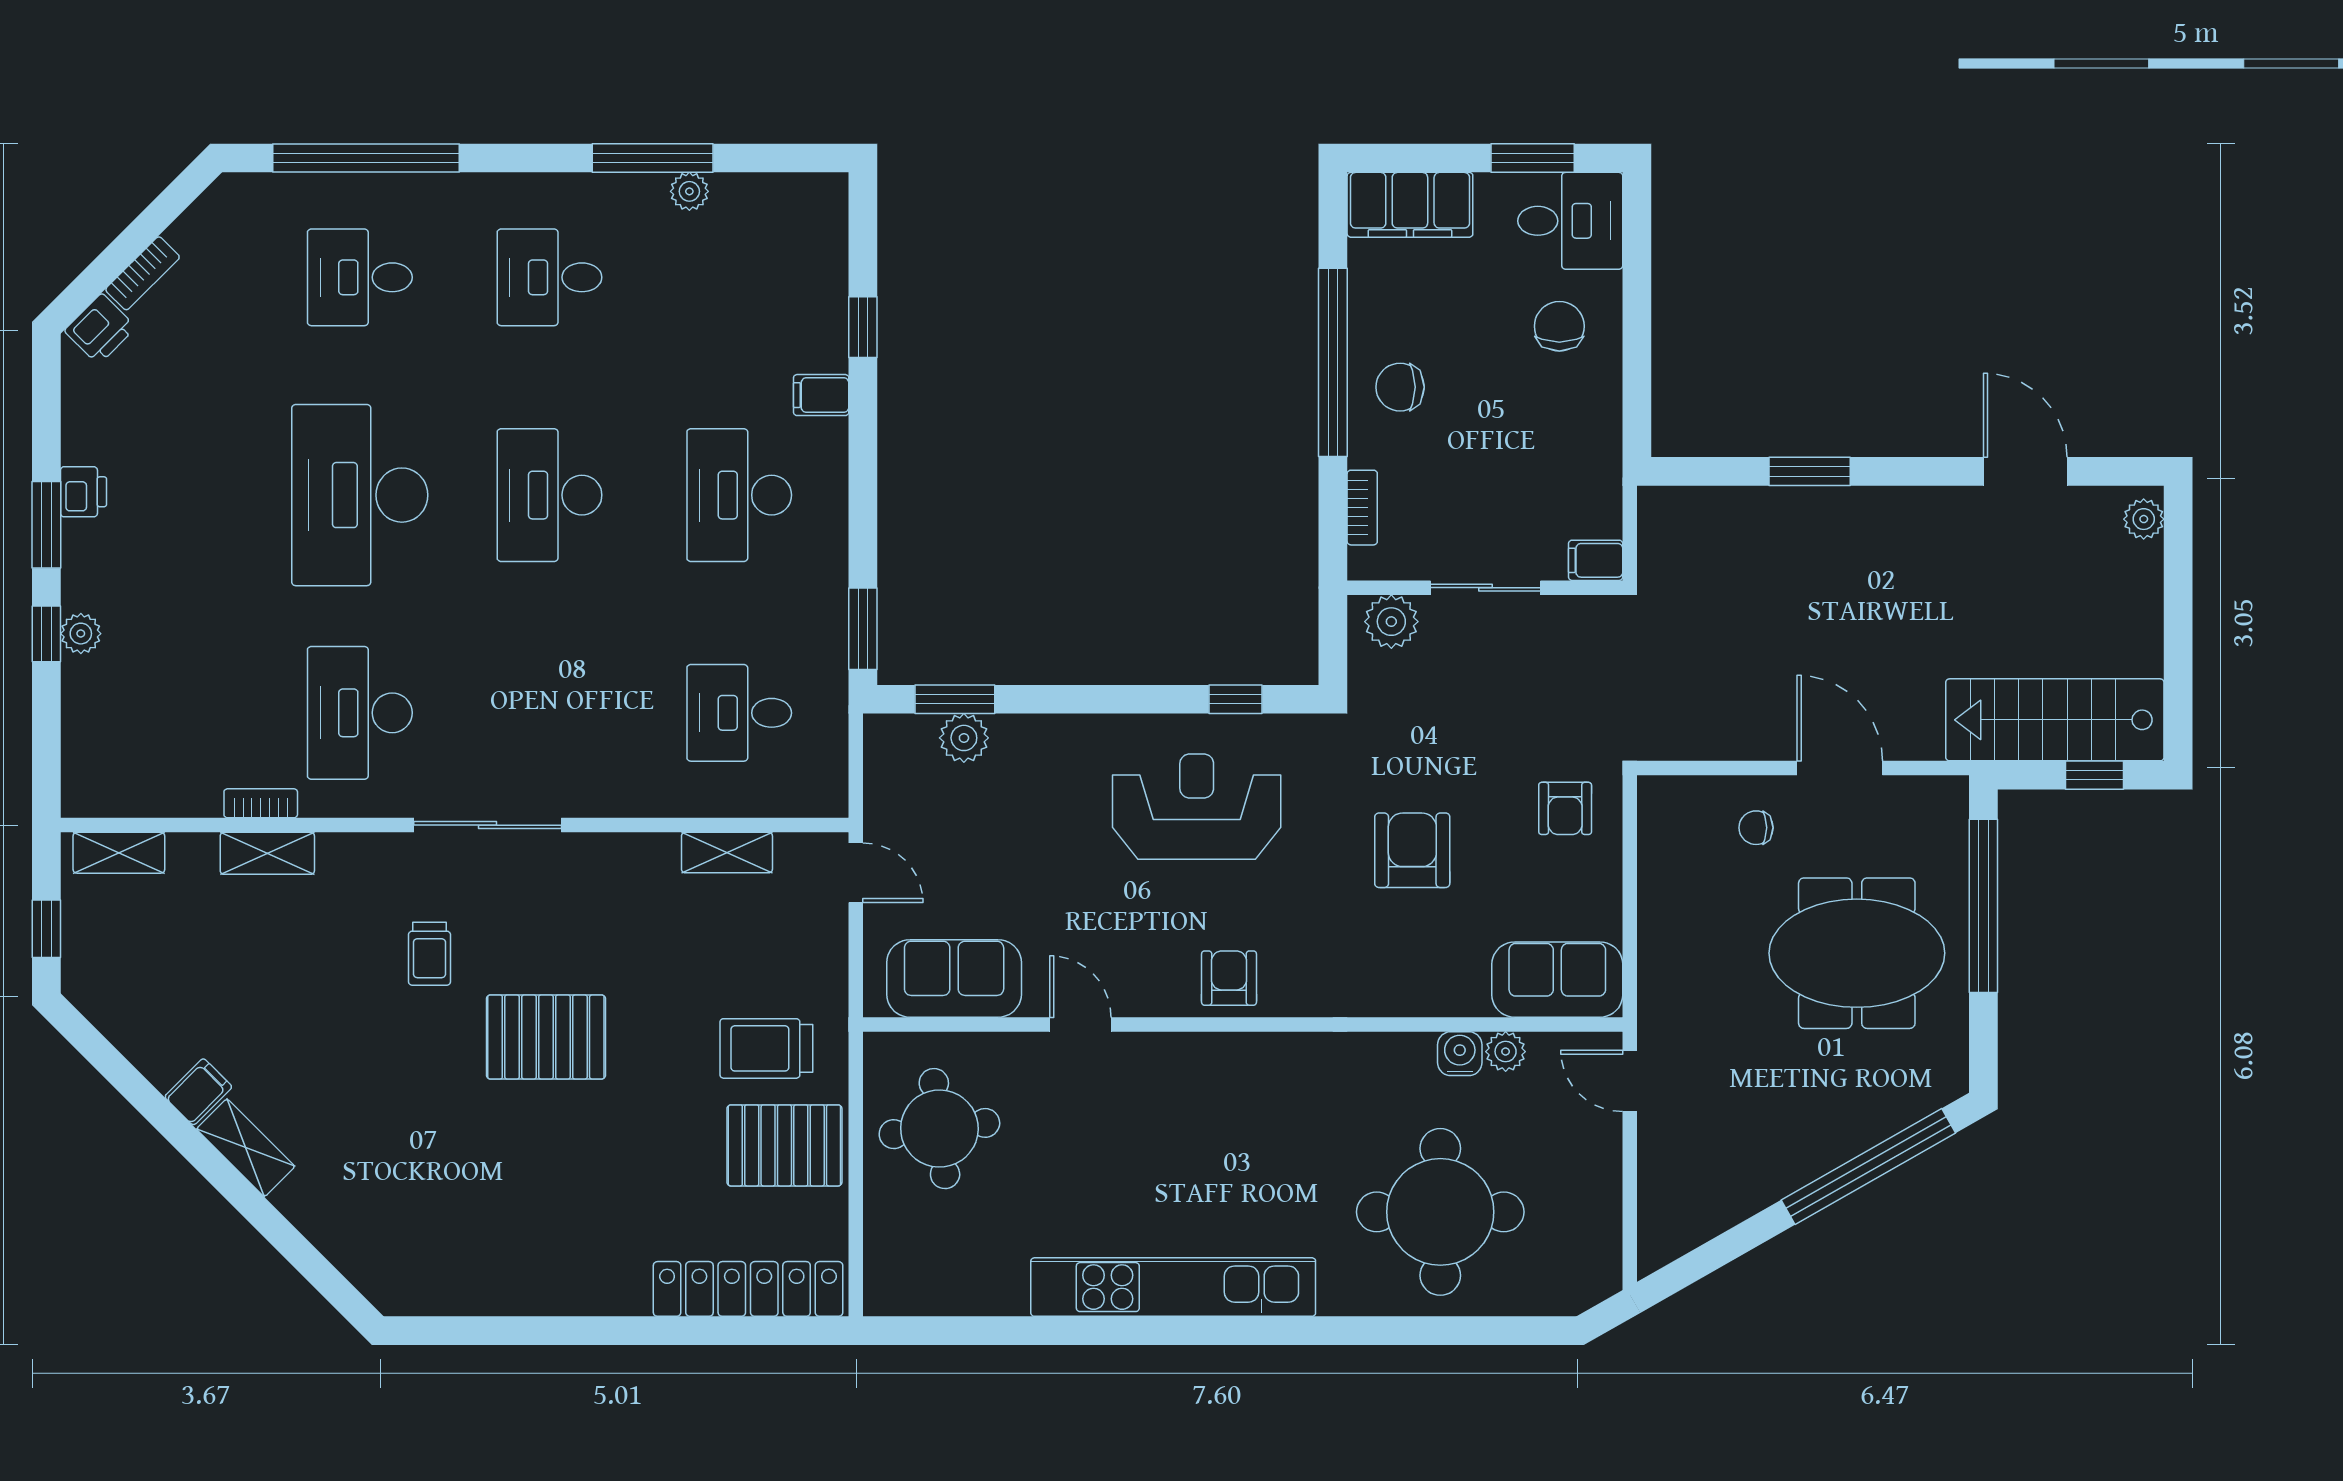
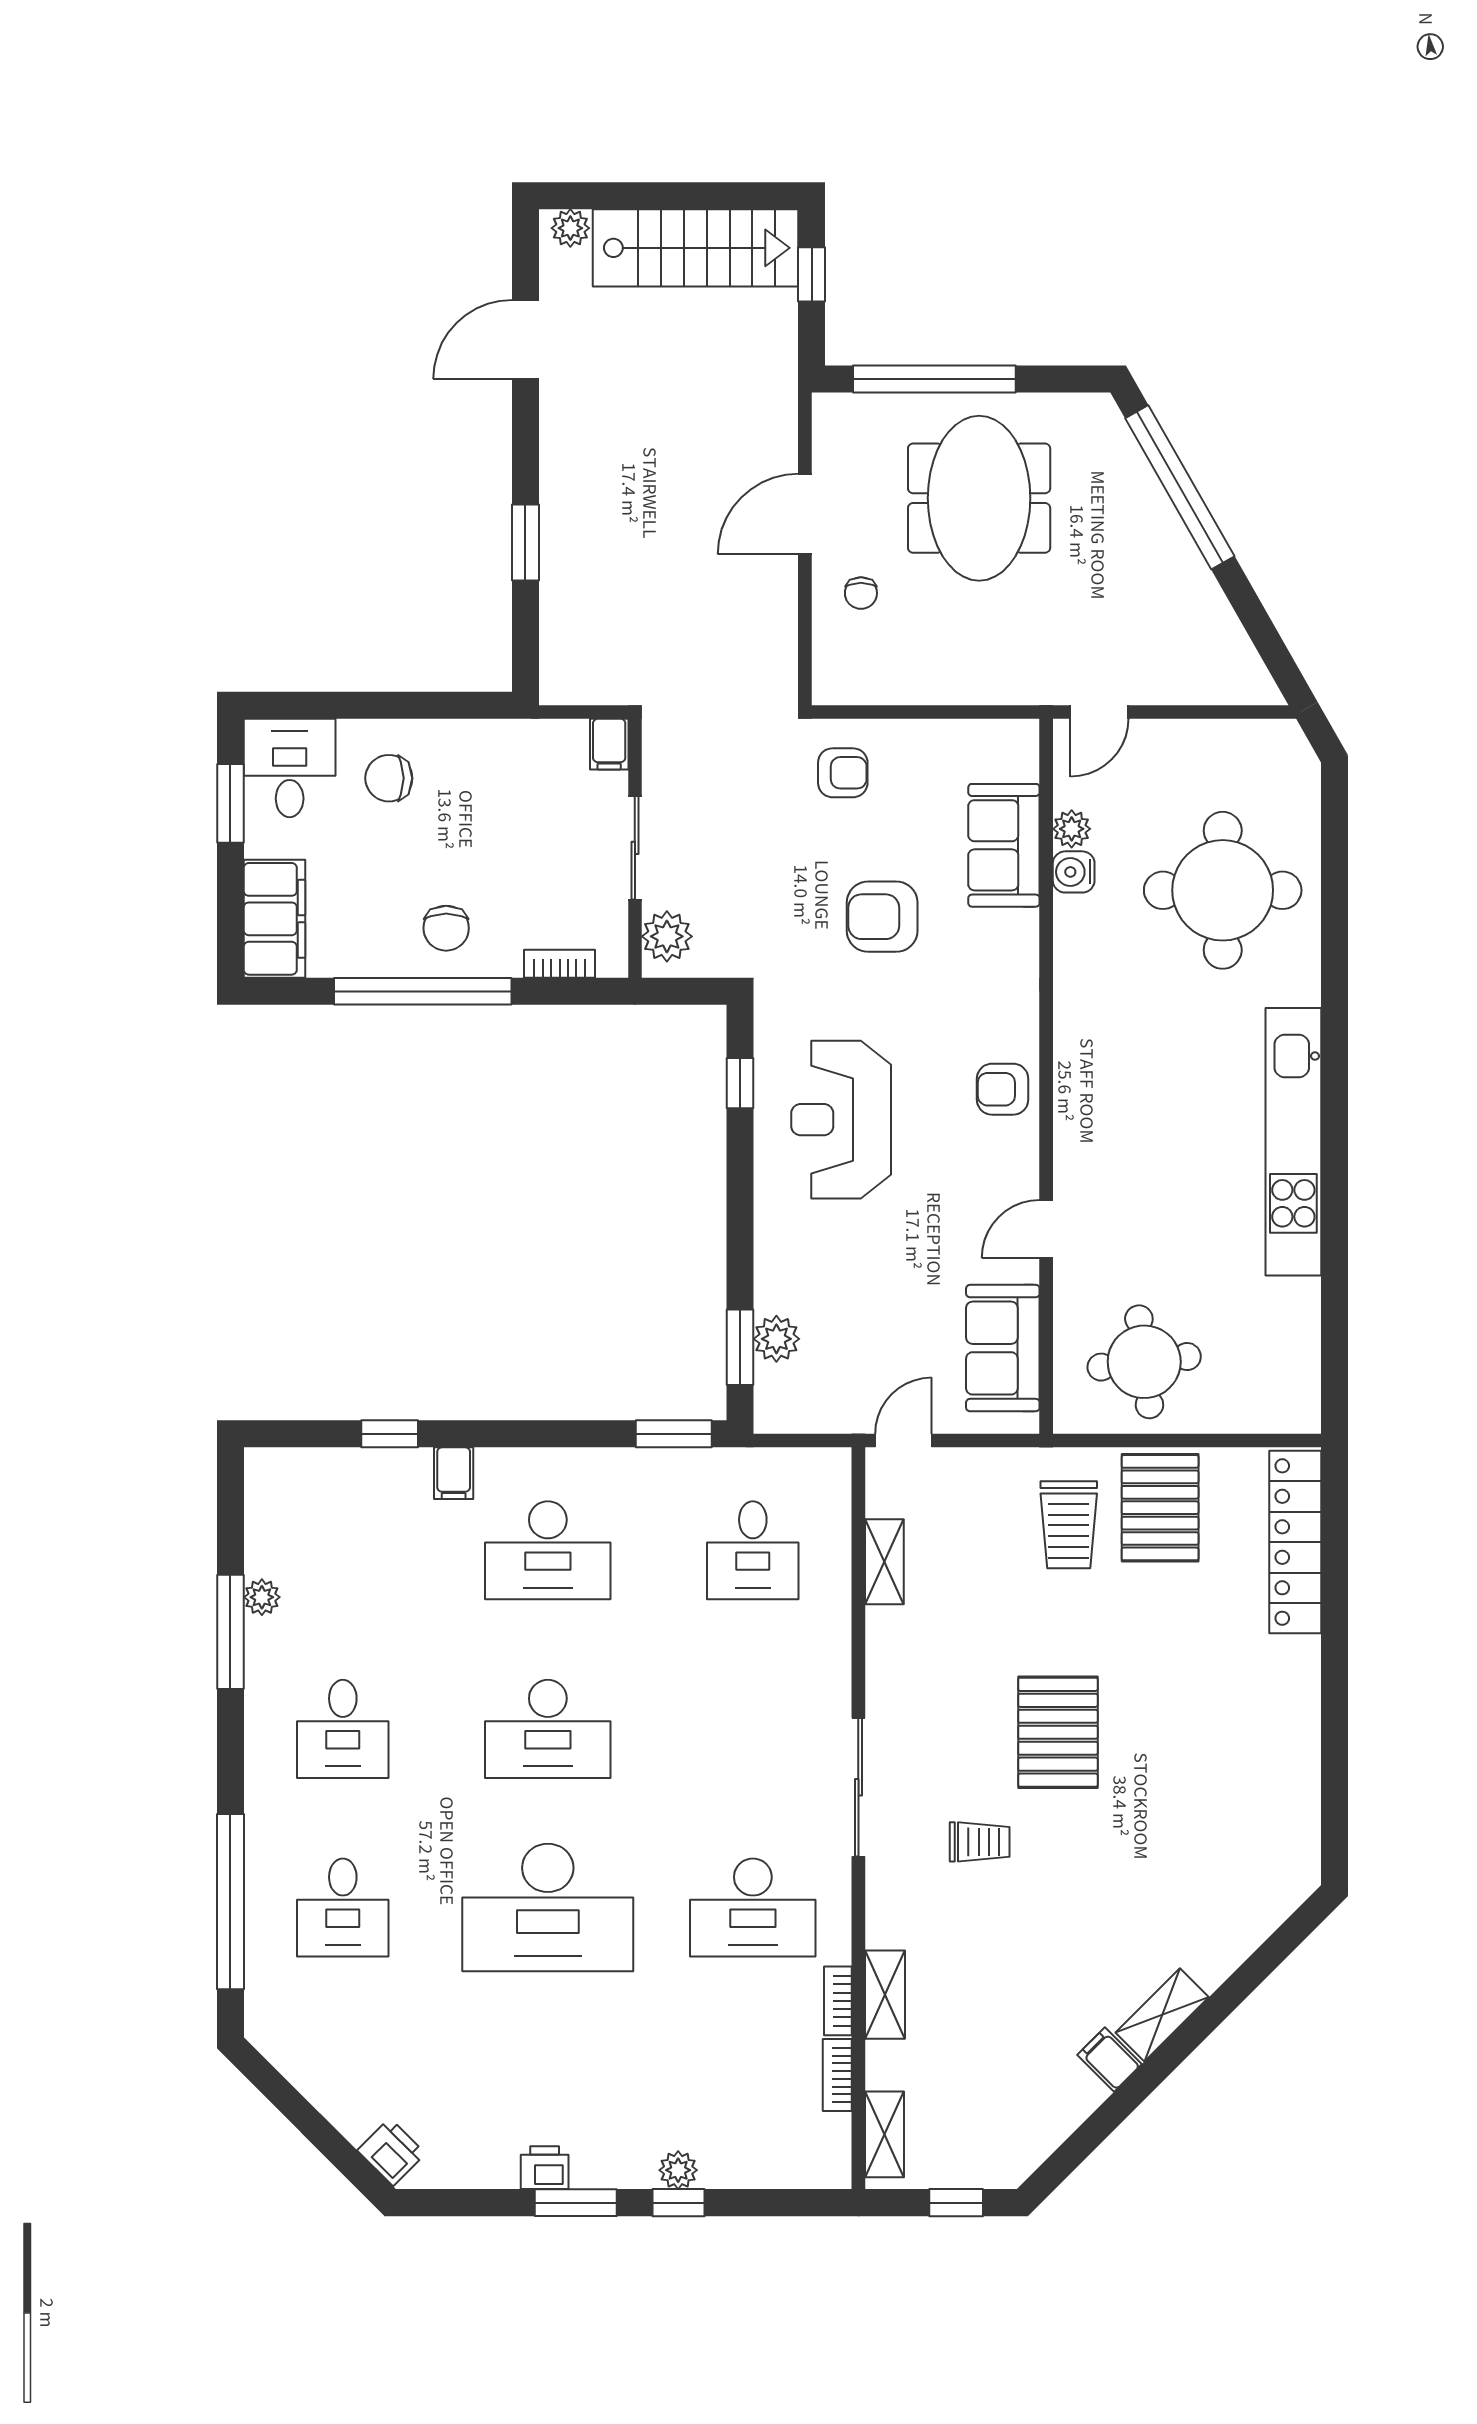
bookcase: (143, 273) -> (837, 2075), moved, turned -135
stairs: (2055, 720) -> (695, 248), moved, turned -90
sofa: (1557, 980) -> (1004, 845), moved

